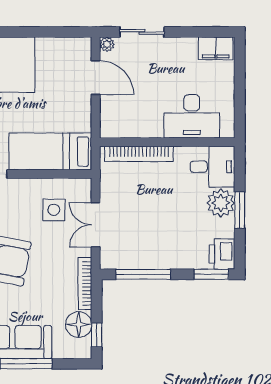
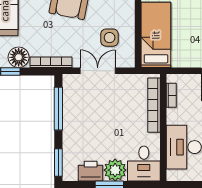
bookcase: (127, 132) -> (171, 95), added
printer: (222, 254) -> (91, 171), moved

